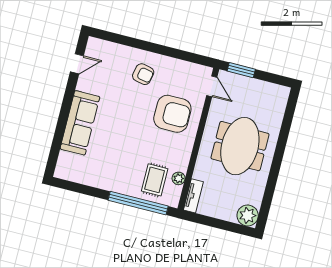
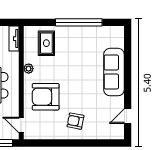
plant: (179, 178) -> (29, 69), moved
window: (138, 203) -> (79, 22), moved

